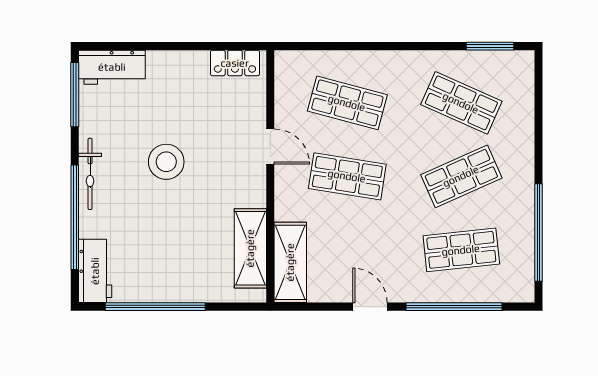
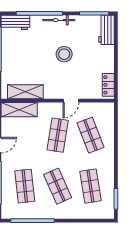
shop shelf: (347, 103) -> (90, 135), turned -36
shop shelf: (461, 103) -> (90, 186), turned -33

